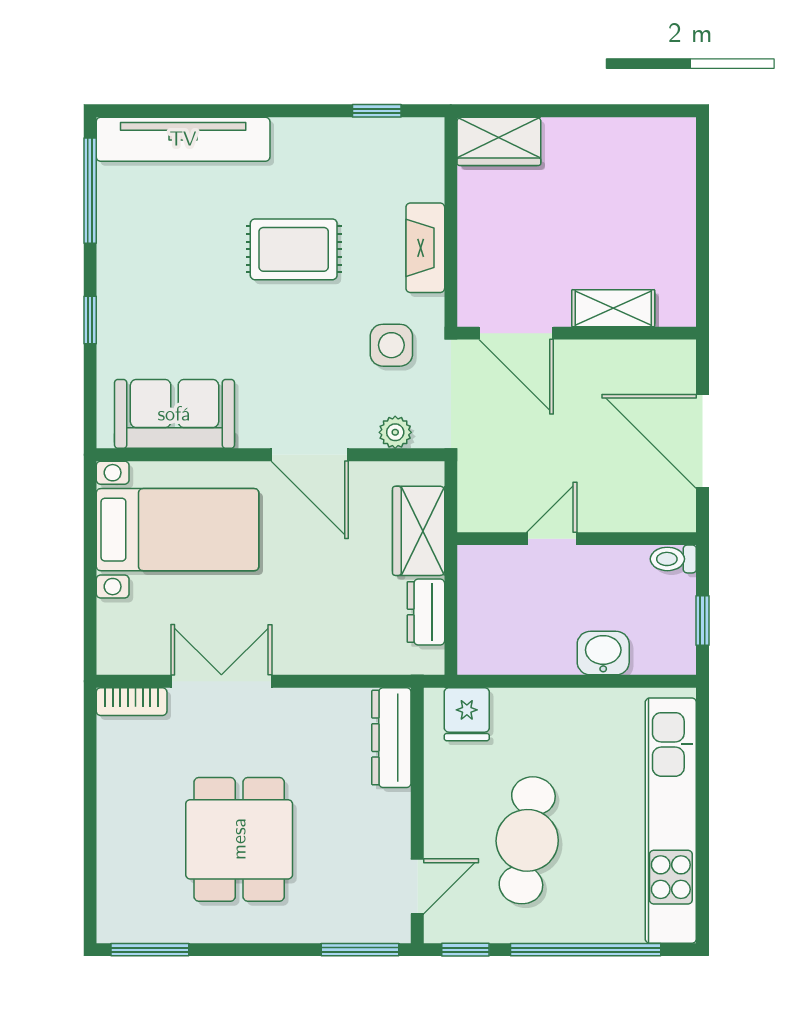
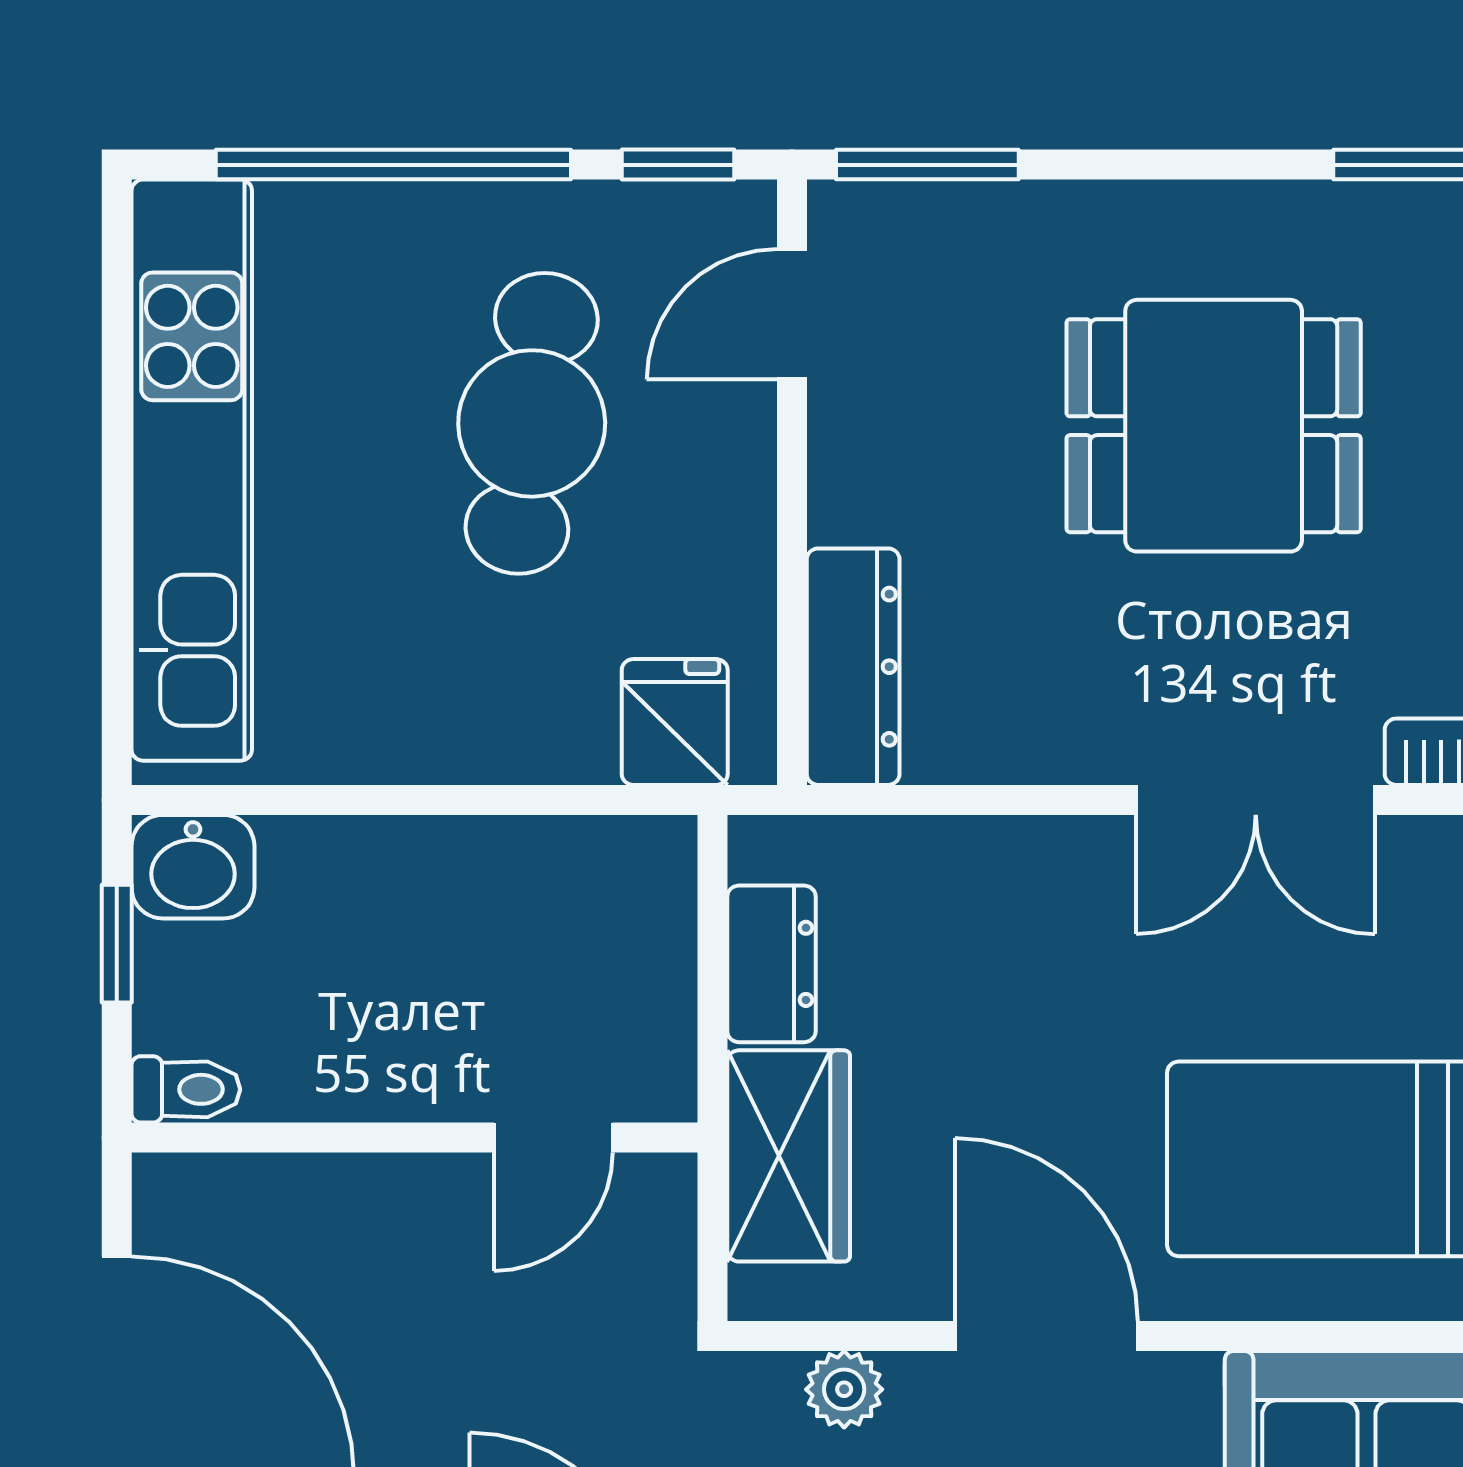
door: (552, 539) -> (553, 1138), moved
washbasin: (603, 653) -> (193, 867), moved
dining table: (239, 839) -> (1214, 426), turned 90

